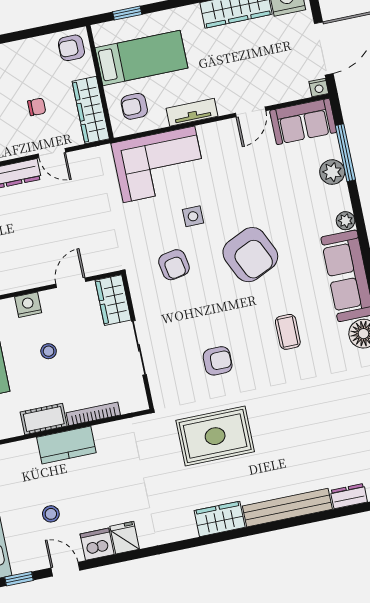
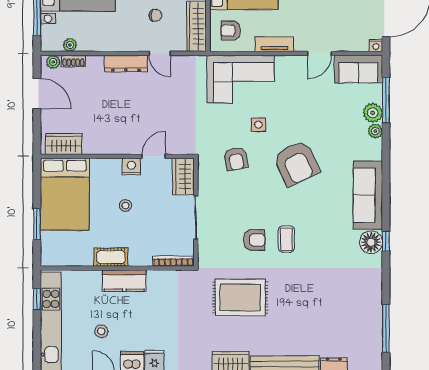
plant: (346, 221) -> (375, 131), moved
nightstand: (28, 305) -> (131, 167), moved
coffee table: (288, 332) -> (286, 239), moved
bookcase: (93, 414) -> (173, 261), moved

